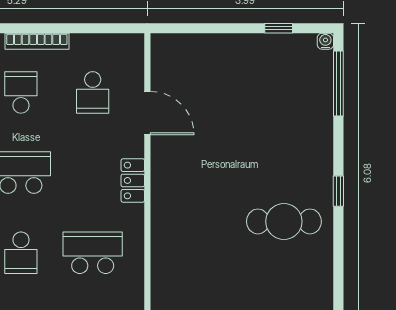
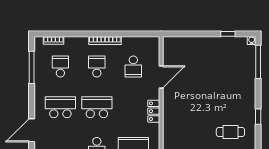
door: (147, 113) -> (161, 77), hinge flipped
cafe table: (284, 221) -> (230, 132), width x0.73, depth x0.74

